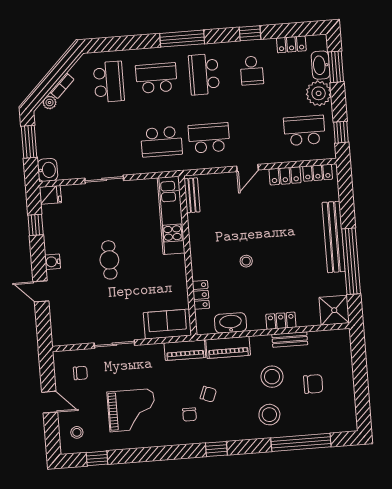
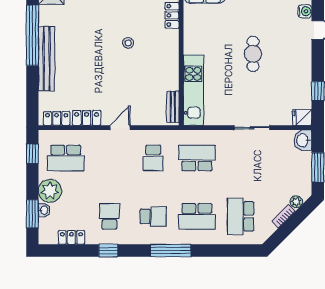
washbasin: (320, 65) -> (44, 210), width x0.52, depth x0.69
school desk: (204, 74) -> (153, 216), width x0.54
school desk: (209, 138) -> (153, 158), width x0.54
water cooler: (53, 262) -> (305, 11), moved

